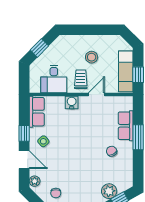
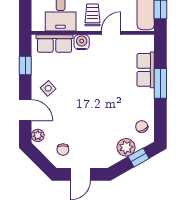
row of seats: (37, 112) -> (54, 44), moved, turned 90
window: (24, 133) -> (25, 65), moved
chair: (112, 151) -> (142, 127), moved

